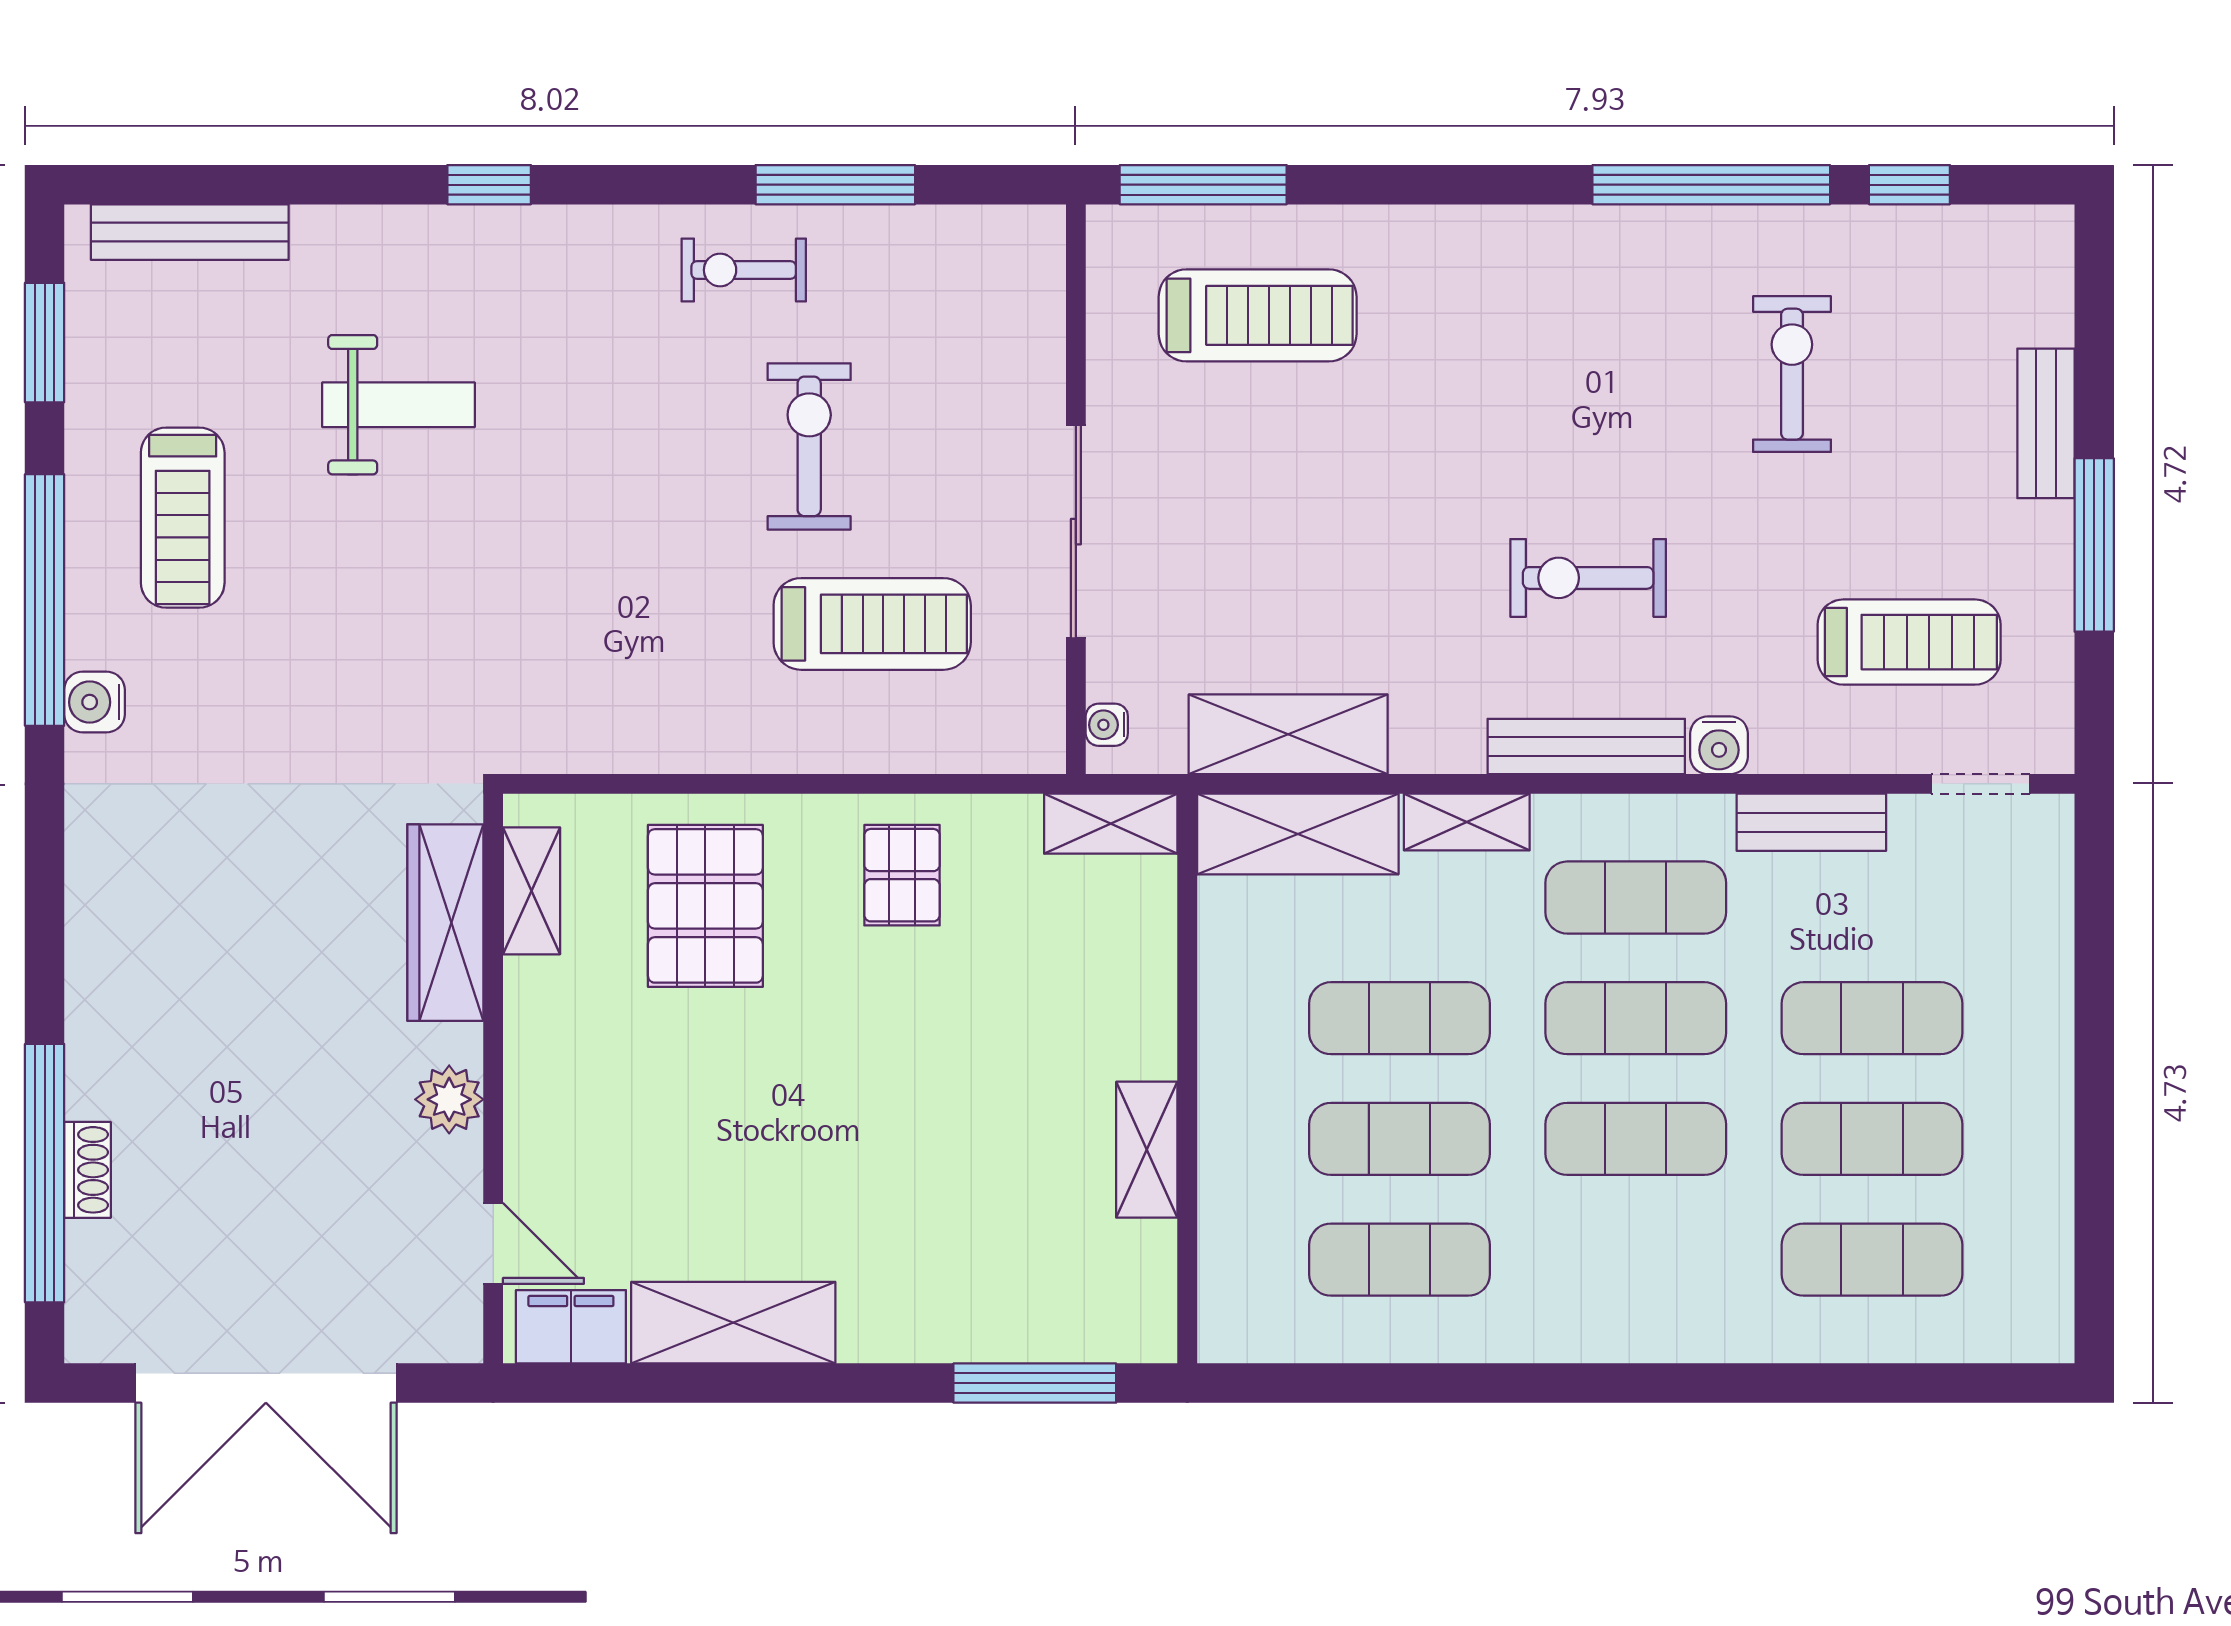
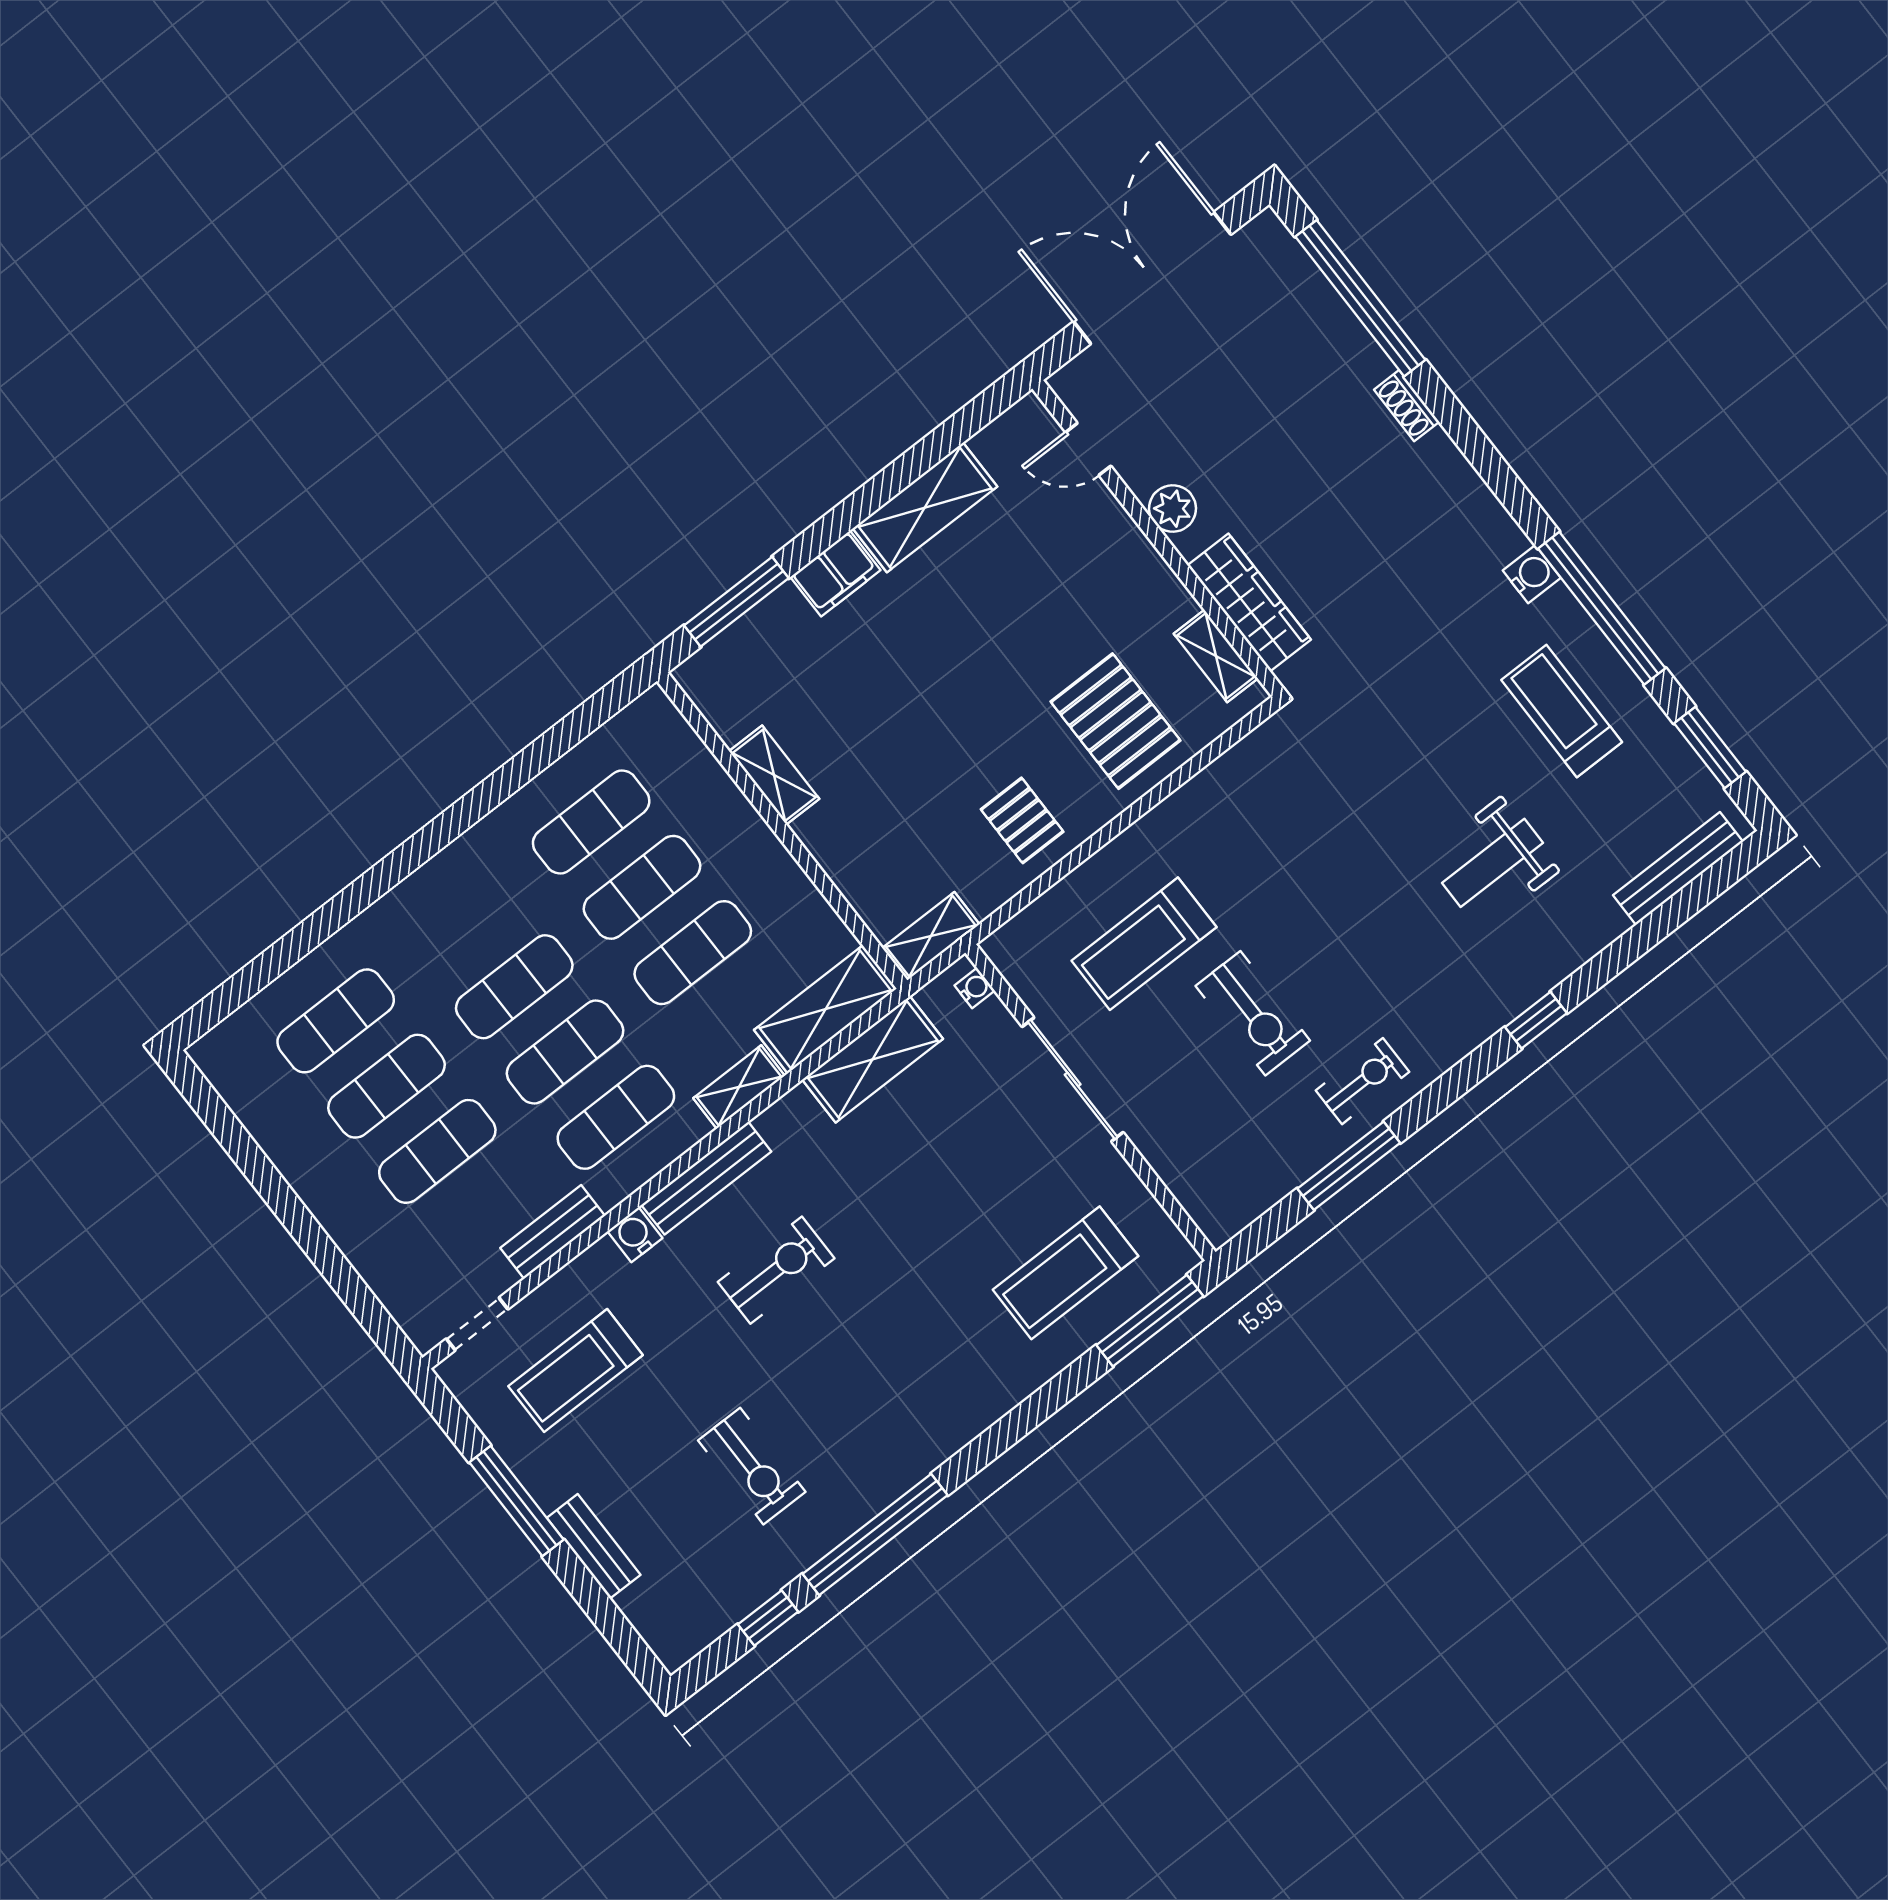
shoe rack: (87, 1170) -> (1407, 406), moved
filing cabinet: (571, 1327) -> (835, 574), moved

